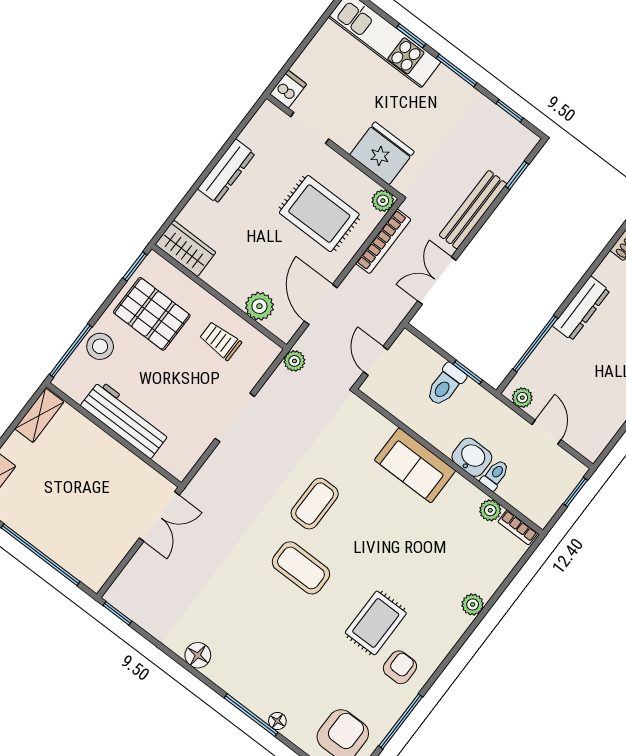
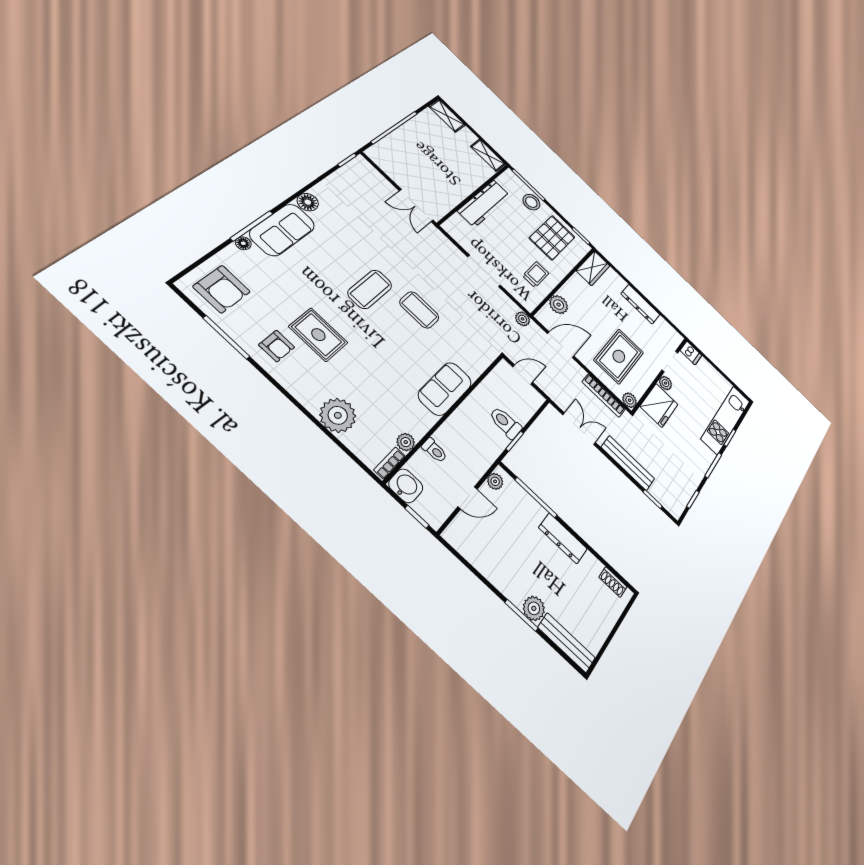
plant: (346, 139) -> (665, 383), added
washbasin: (472, 457) -> (406, 486), moved, turned -90
plant: (473, 604) -> (338, 415), width x1.88, depth x1.88
sofa: (246, 680) -> (282, 230), added

